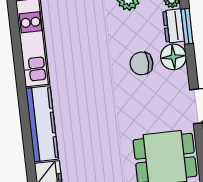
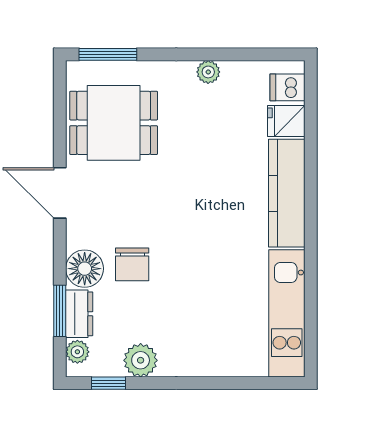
chair: (141, 63) -> (132, 264), turned 90

